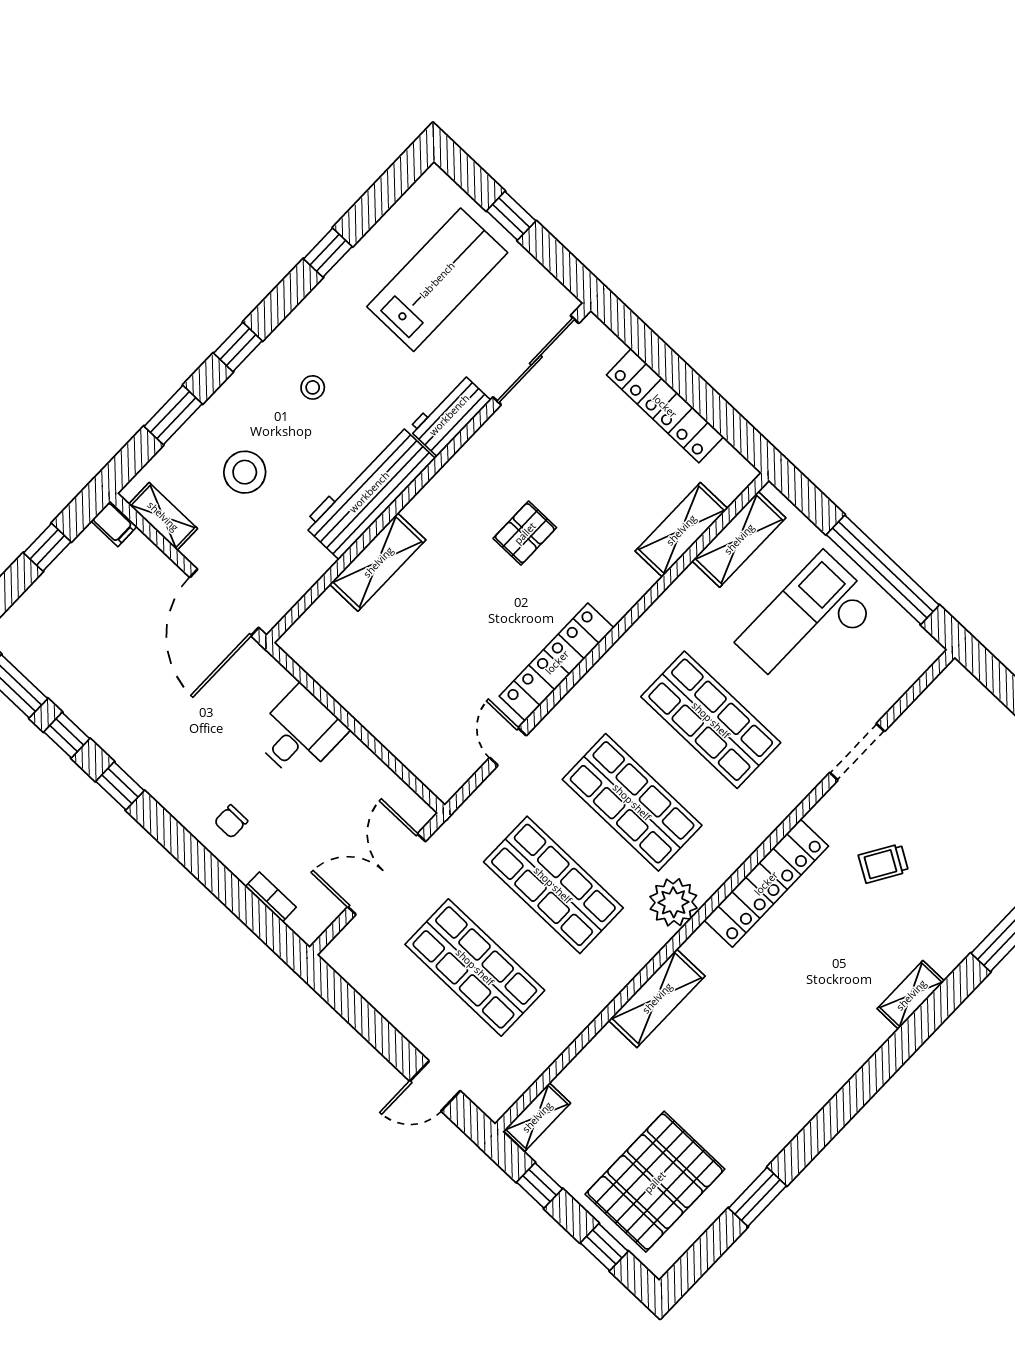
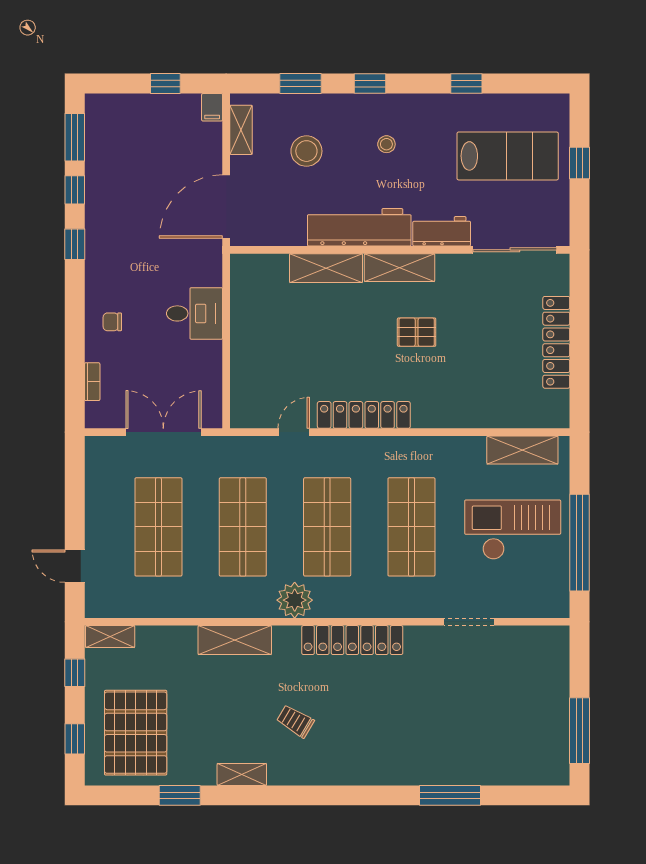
shelving: (681, 530) -> (400, 268), moved
trolley: (883, 863) -> (295, 721), moved
shelving: (911, 995) -> (242, 774), moved
pallet: (655, 1182) -> (136, 733), turned 90

